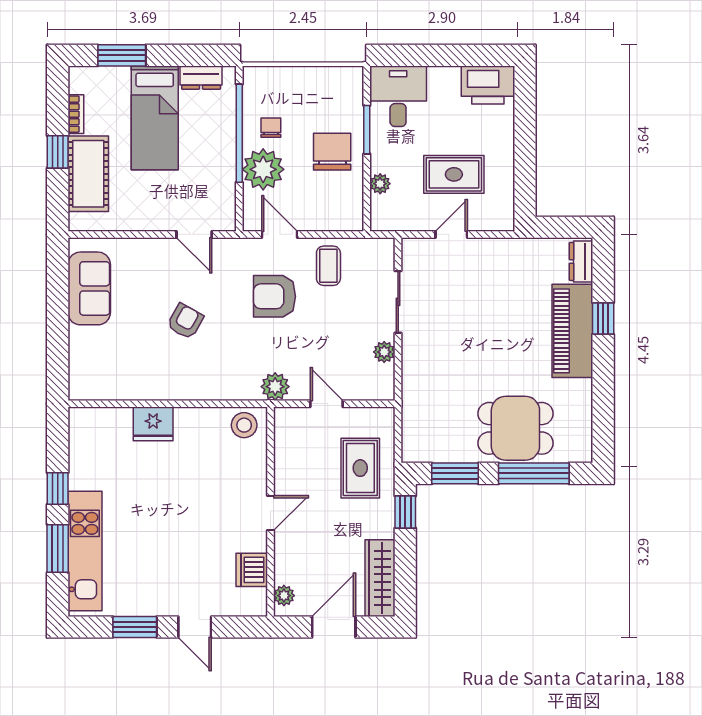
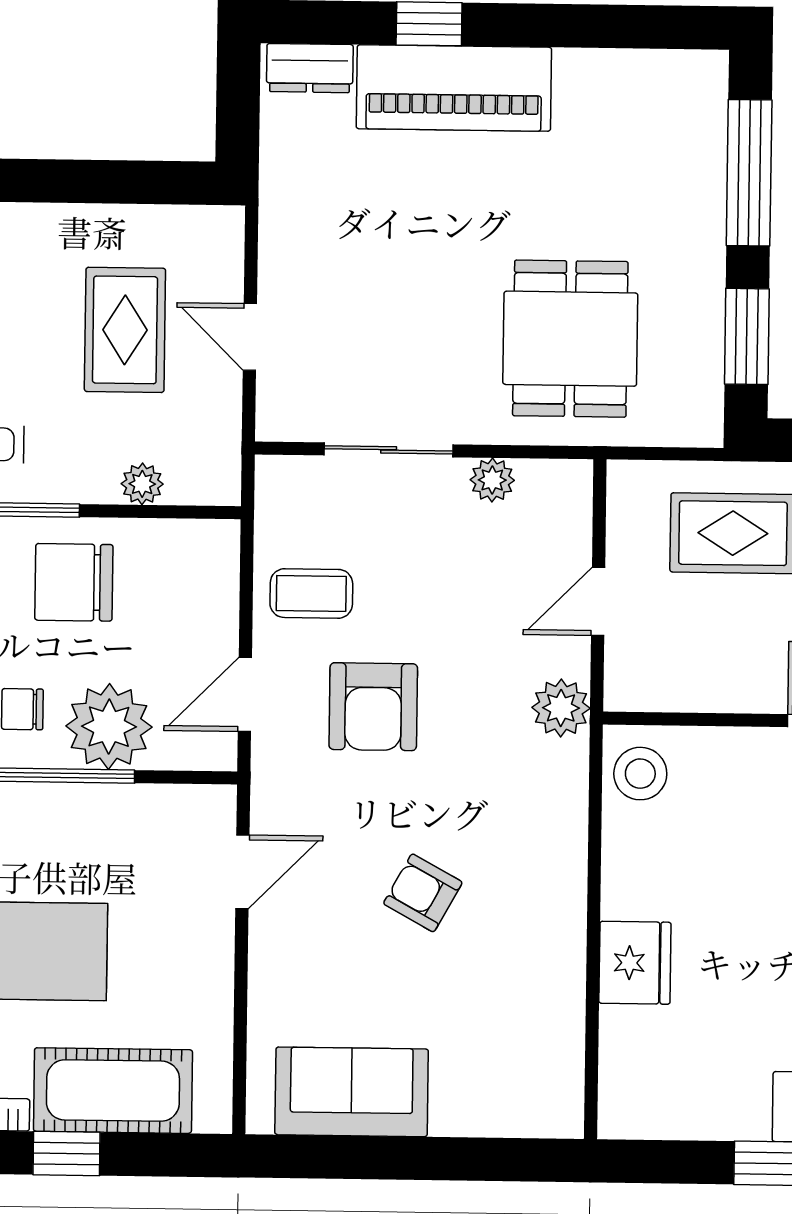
dining table: (515, 428) -> (570, 339), moved

